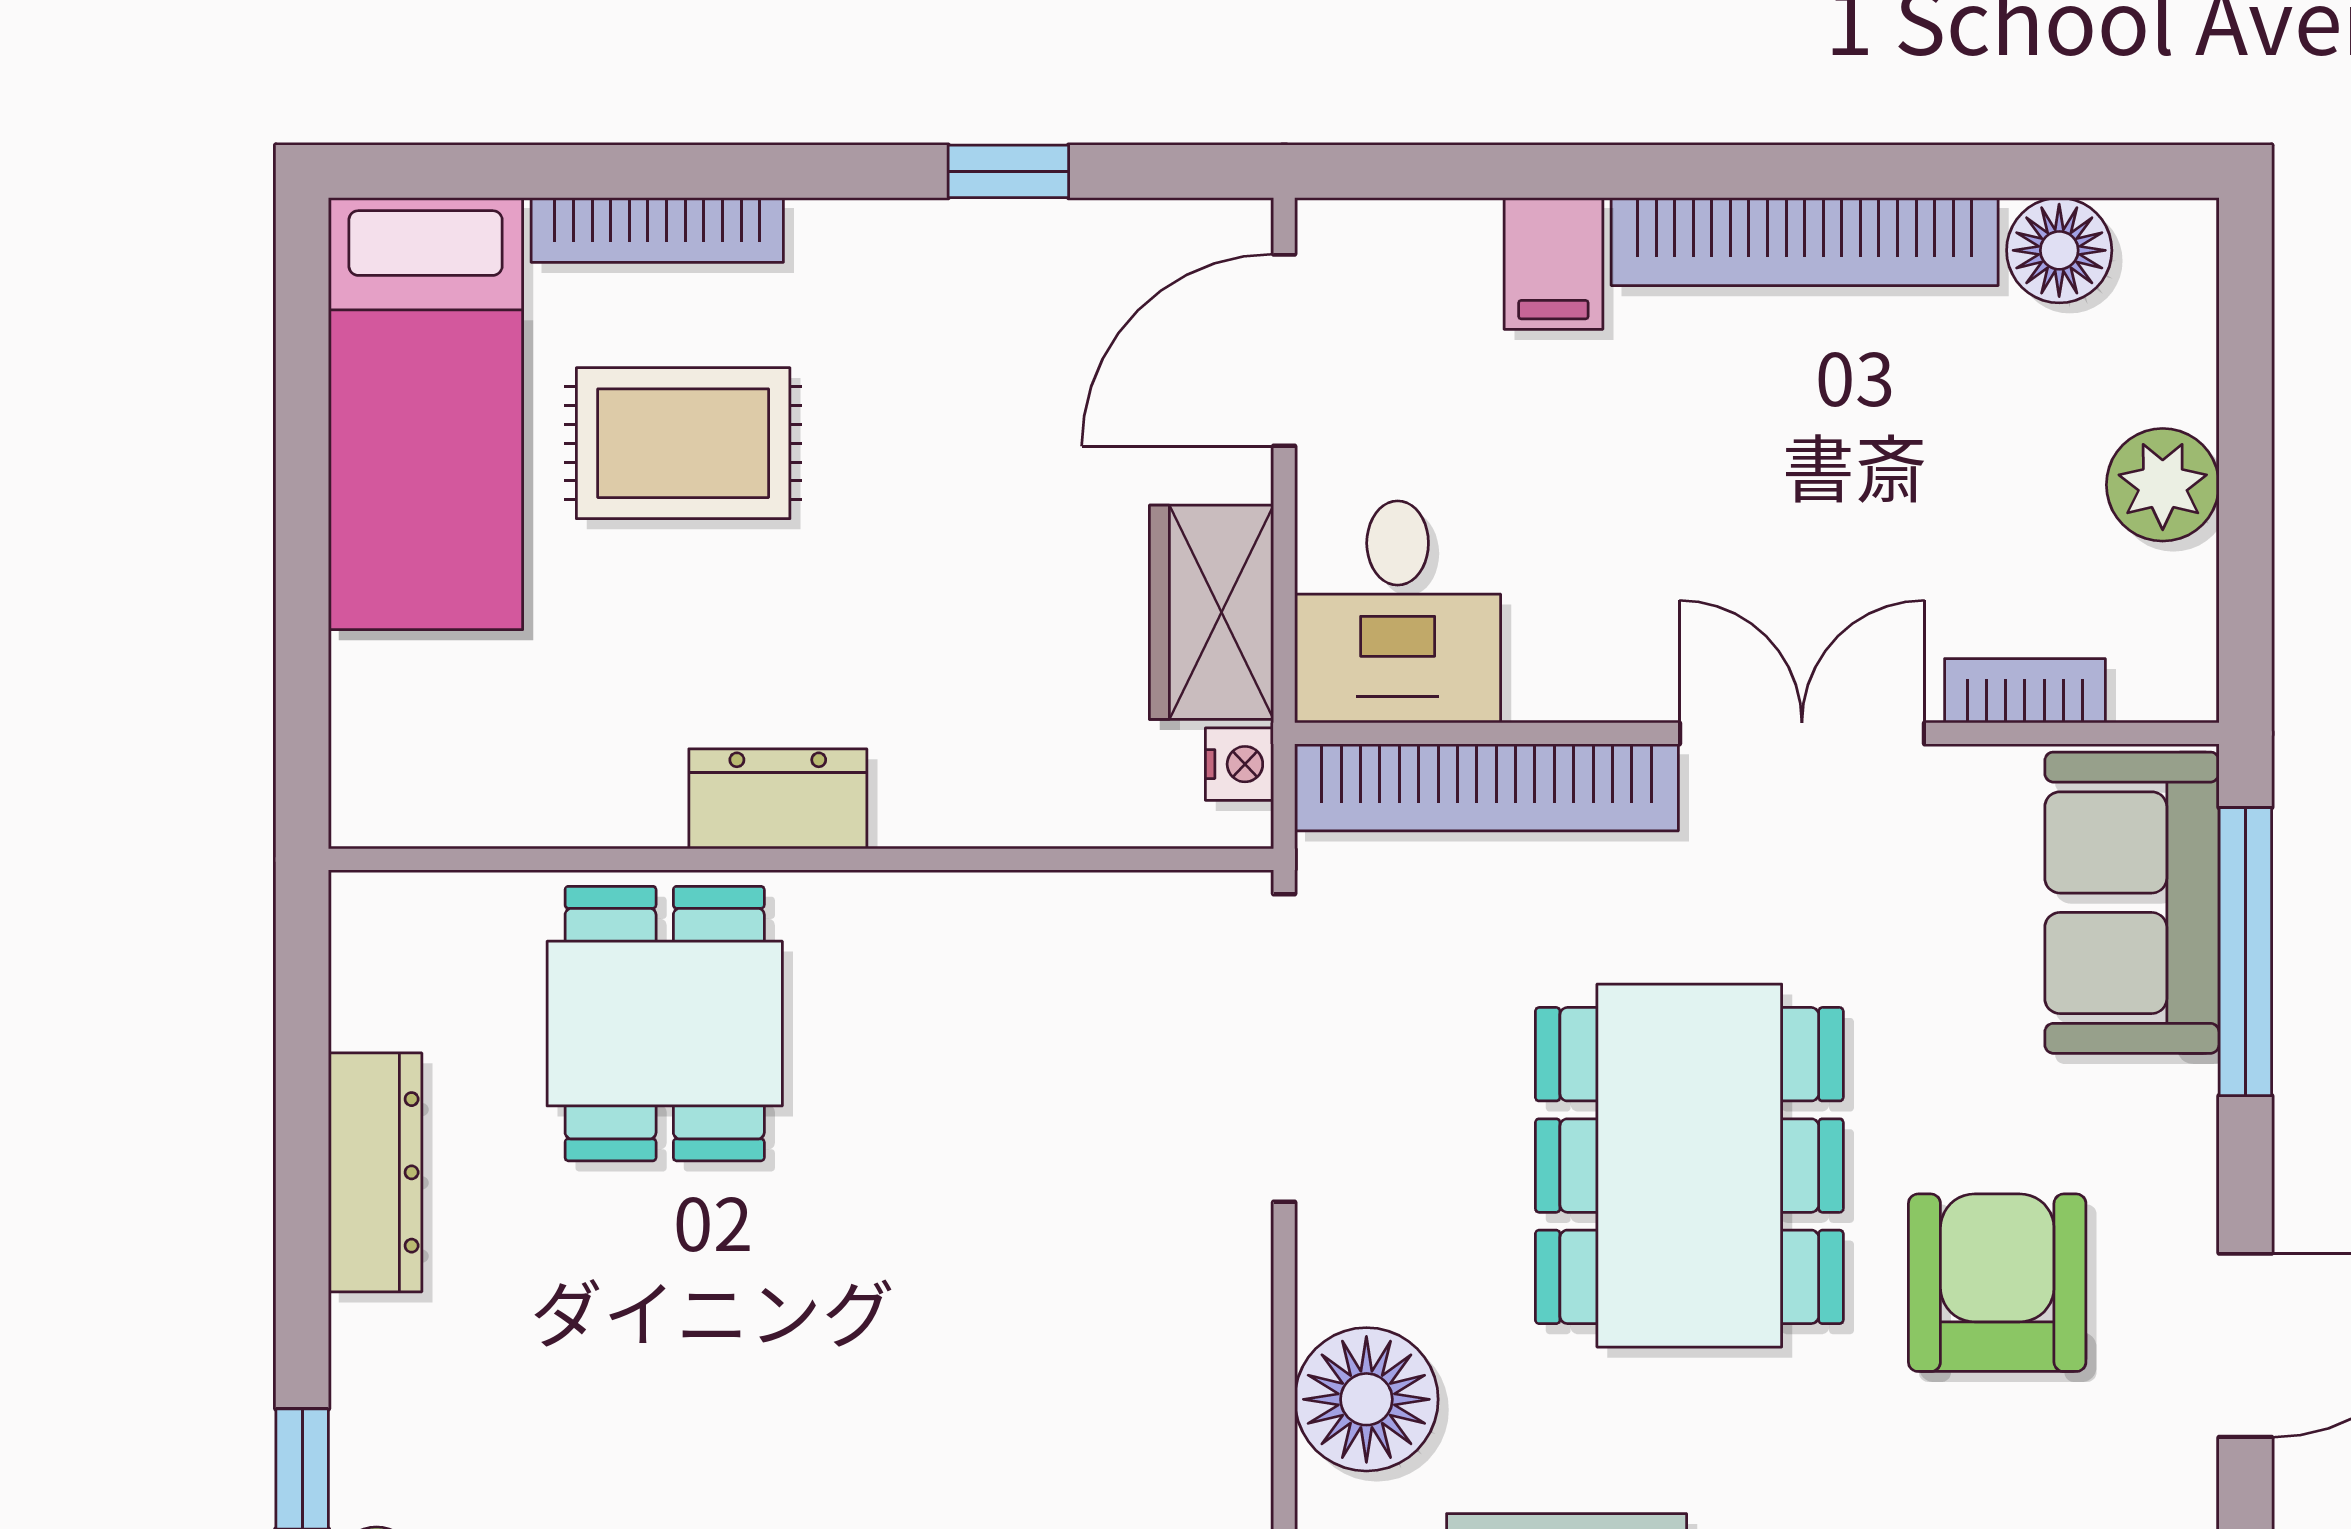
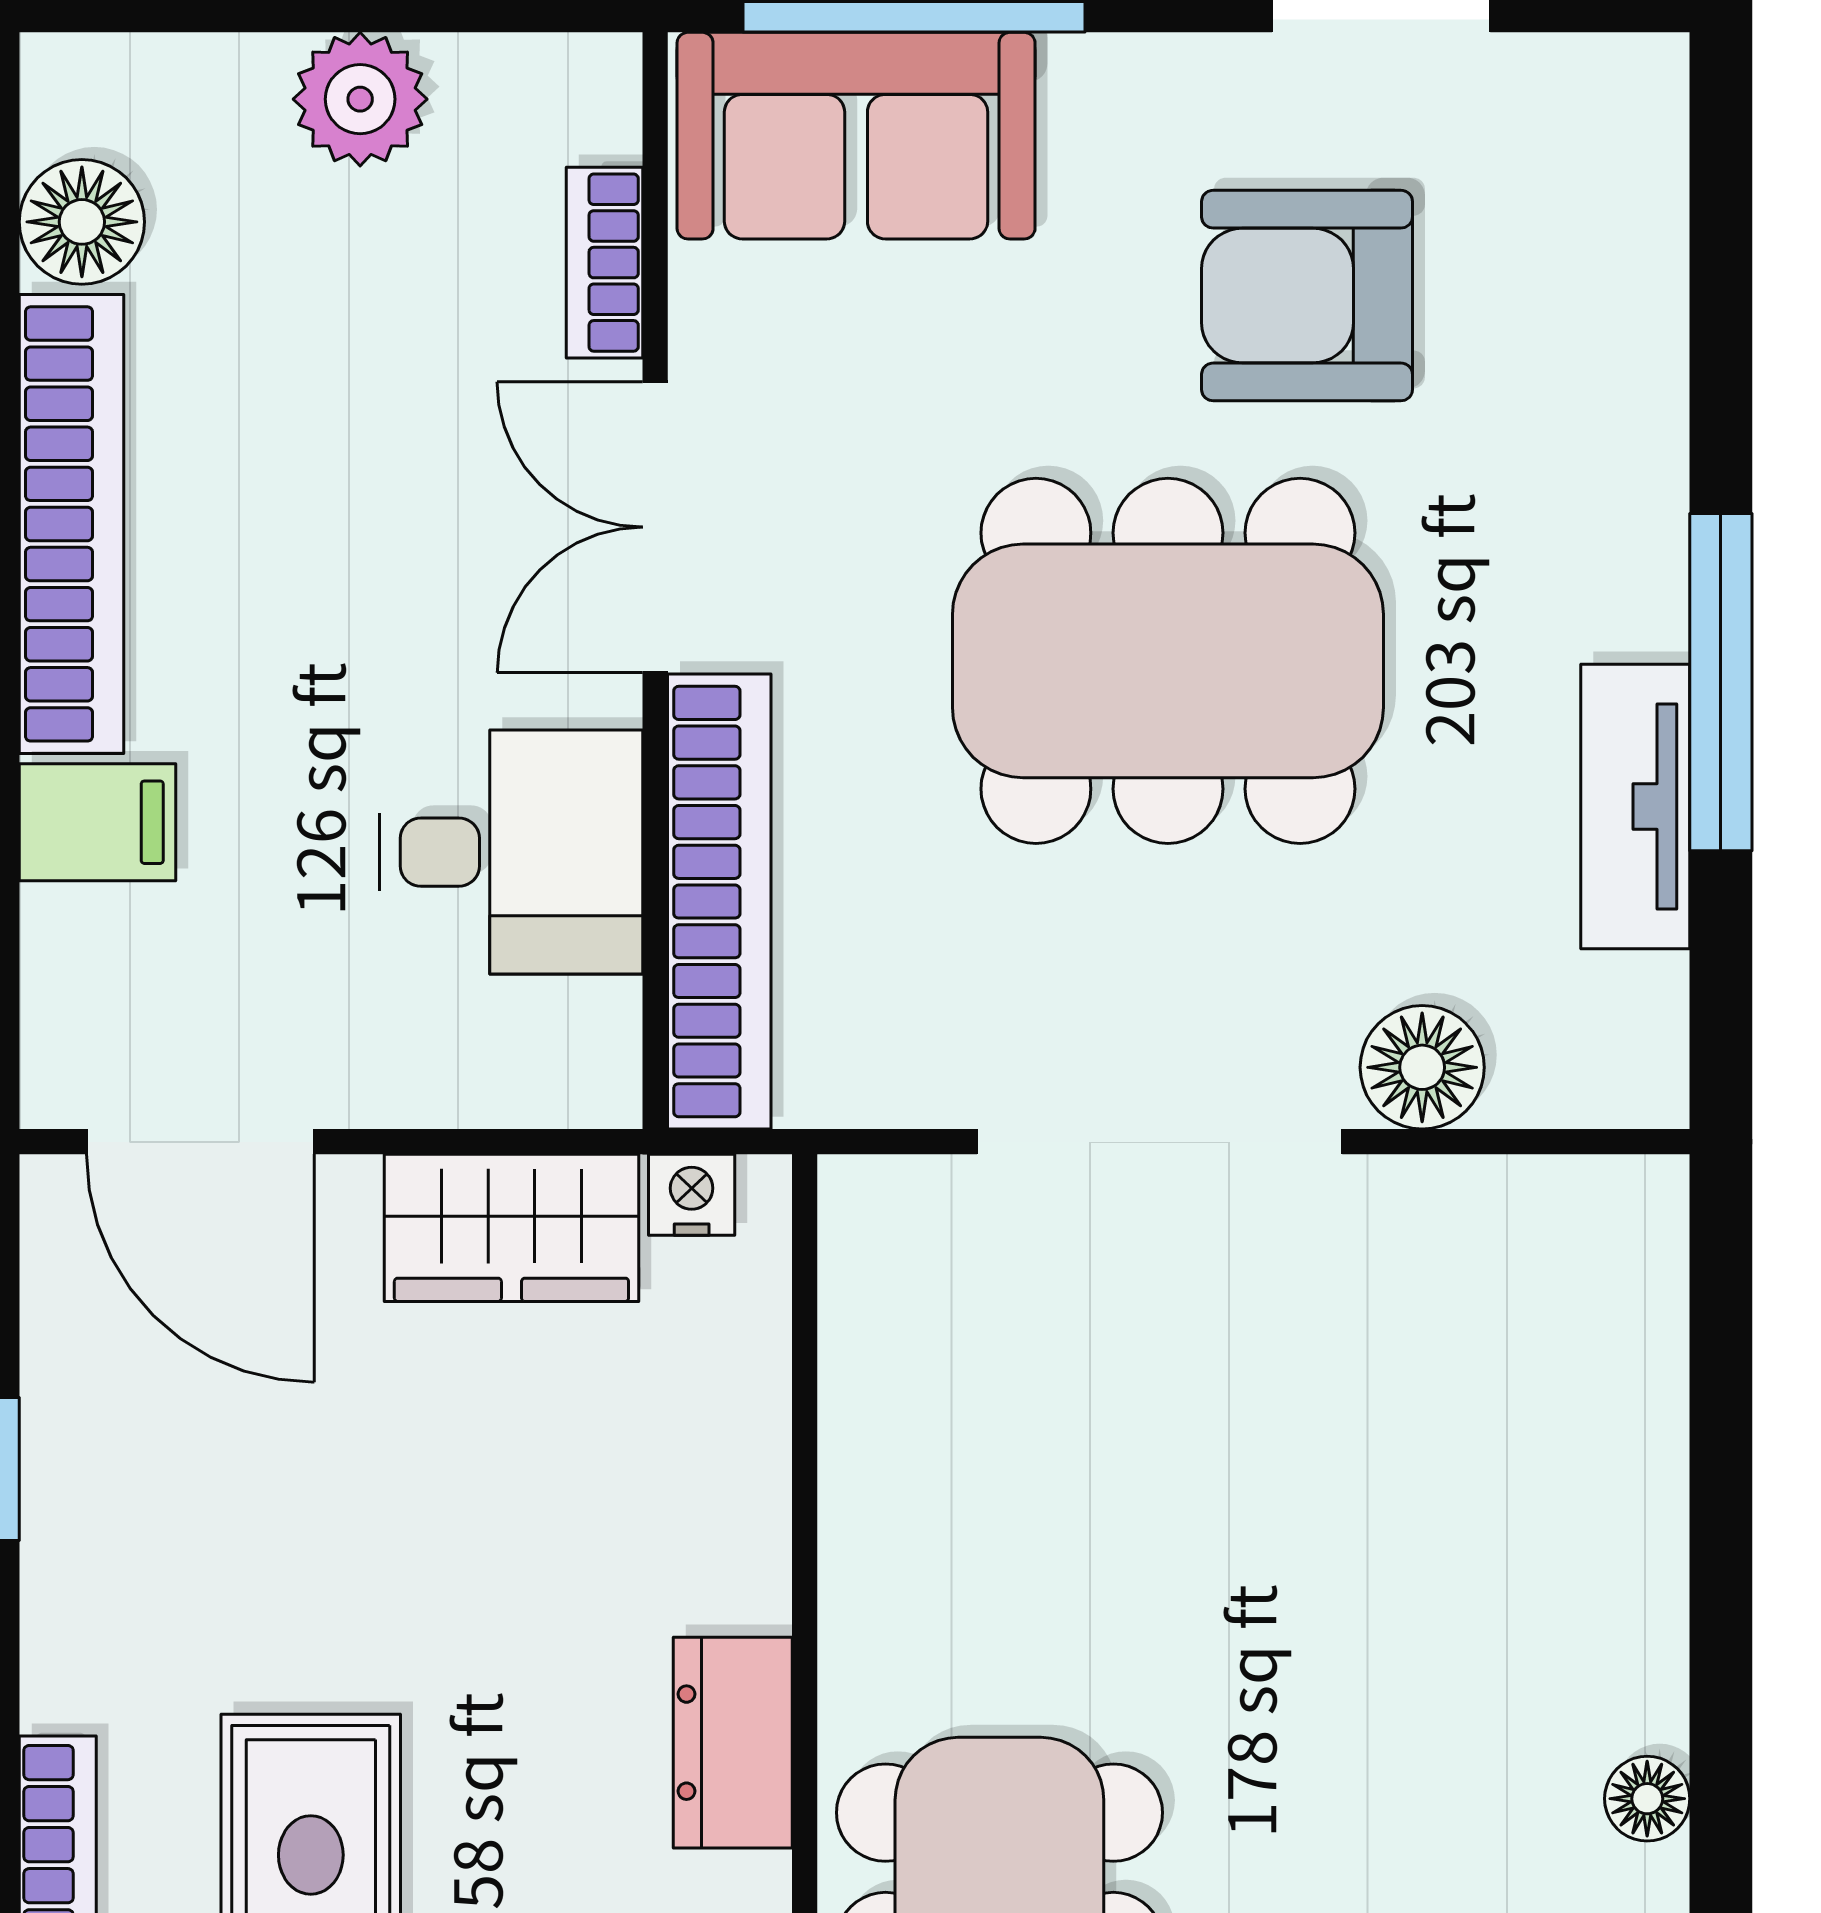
desk: (1398, 612) -> (511, 852), moved
doorway: (1284, 1048) -> (1160, 1142), moved
floor lamp: (1366, 1399) -> (1422, 1067), width x0.73, depth x0.73

